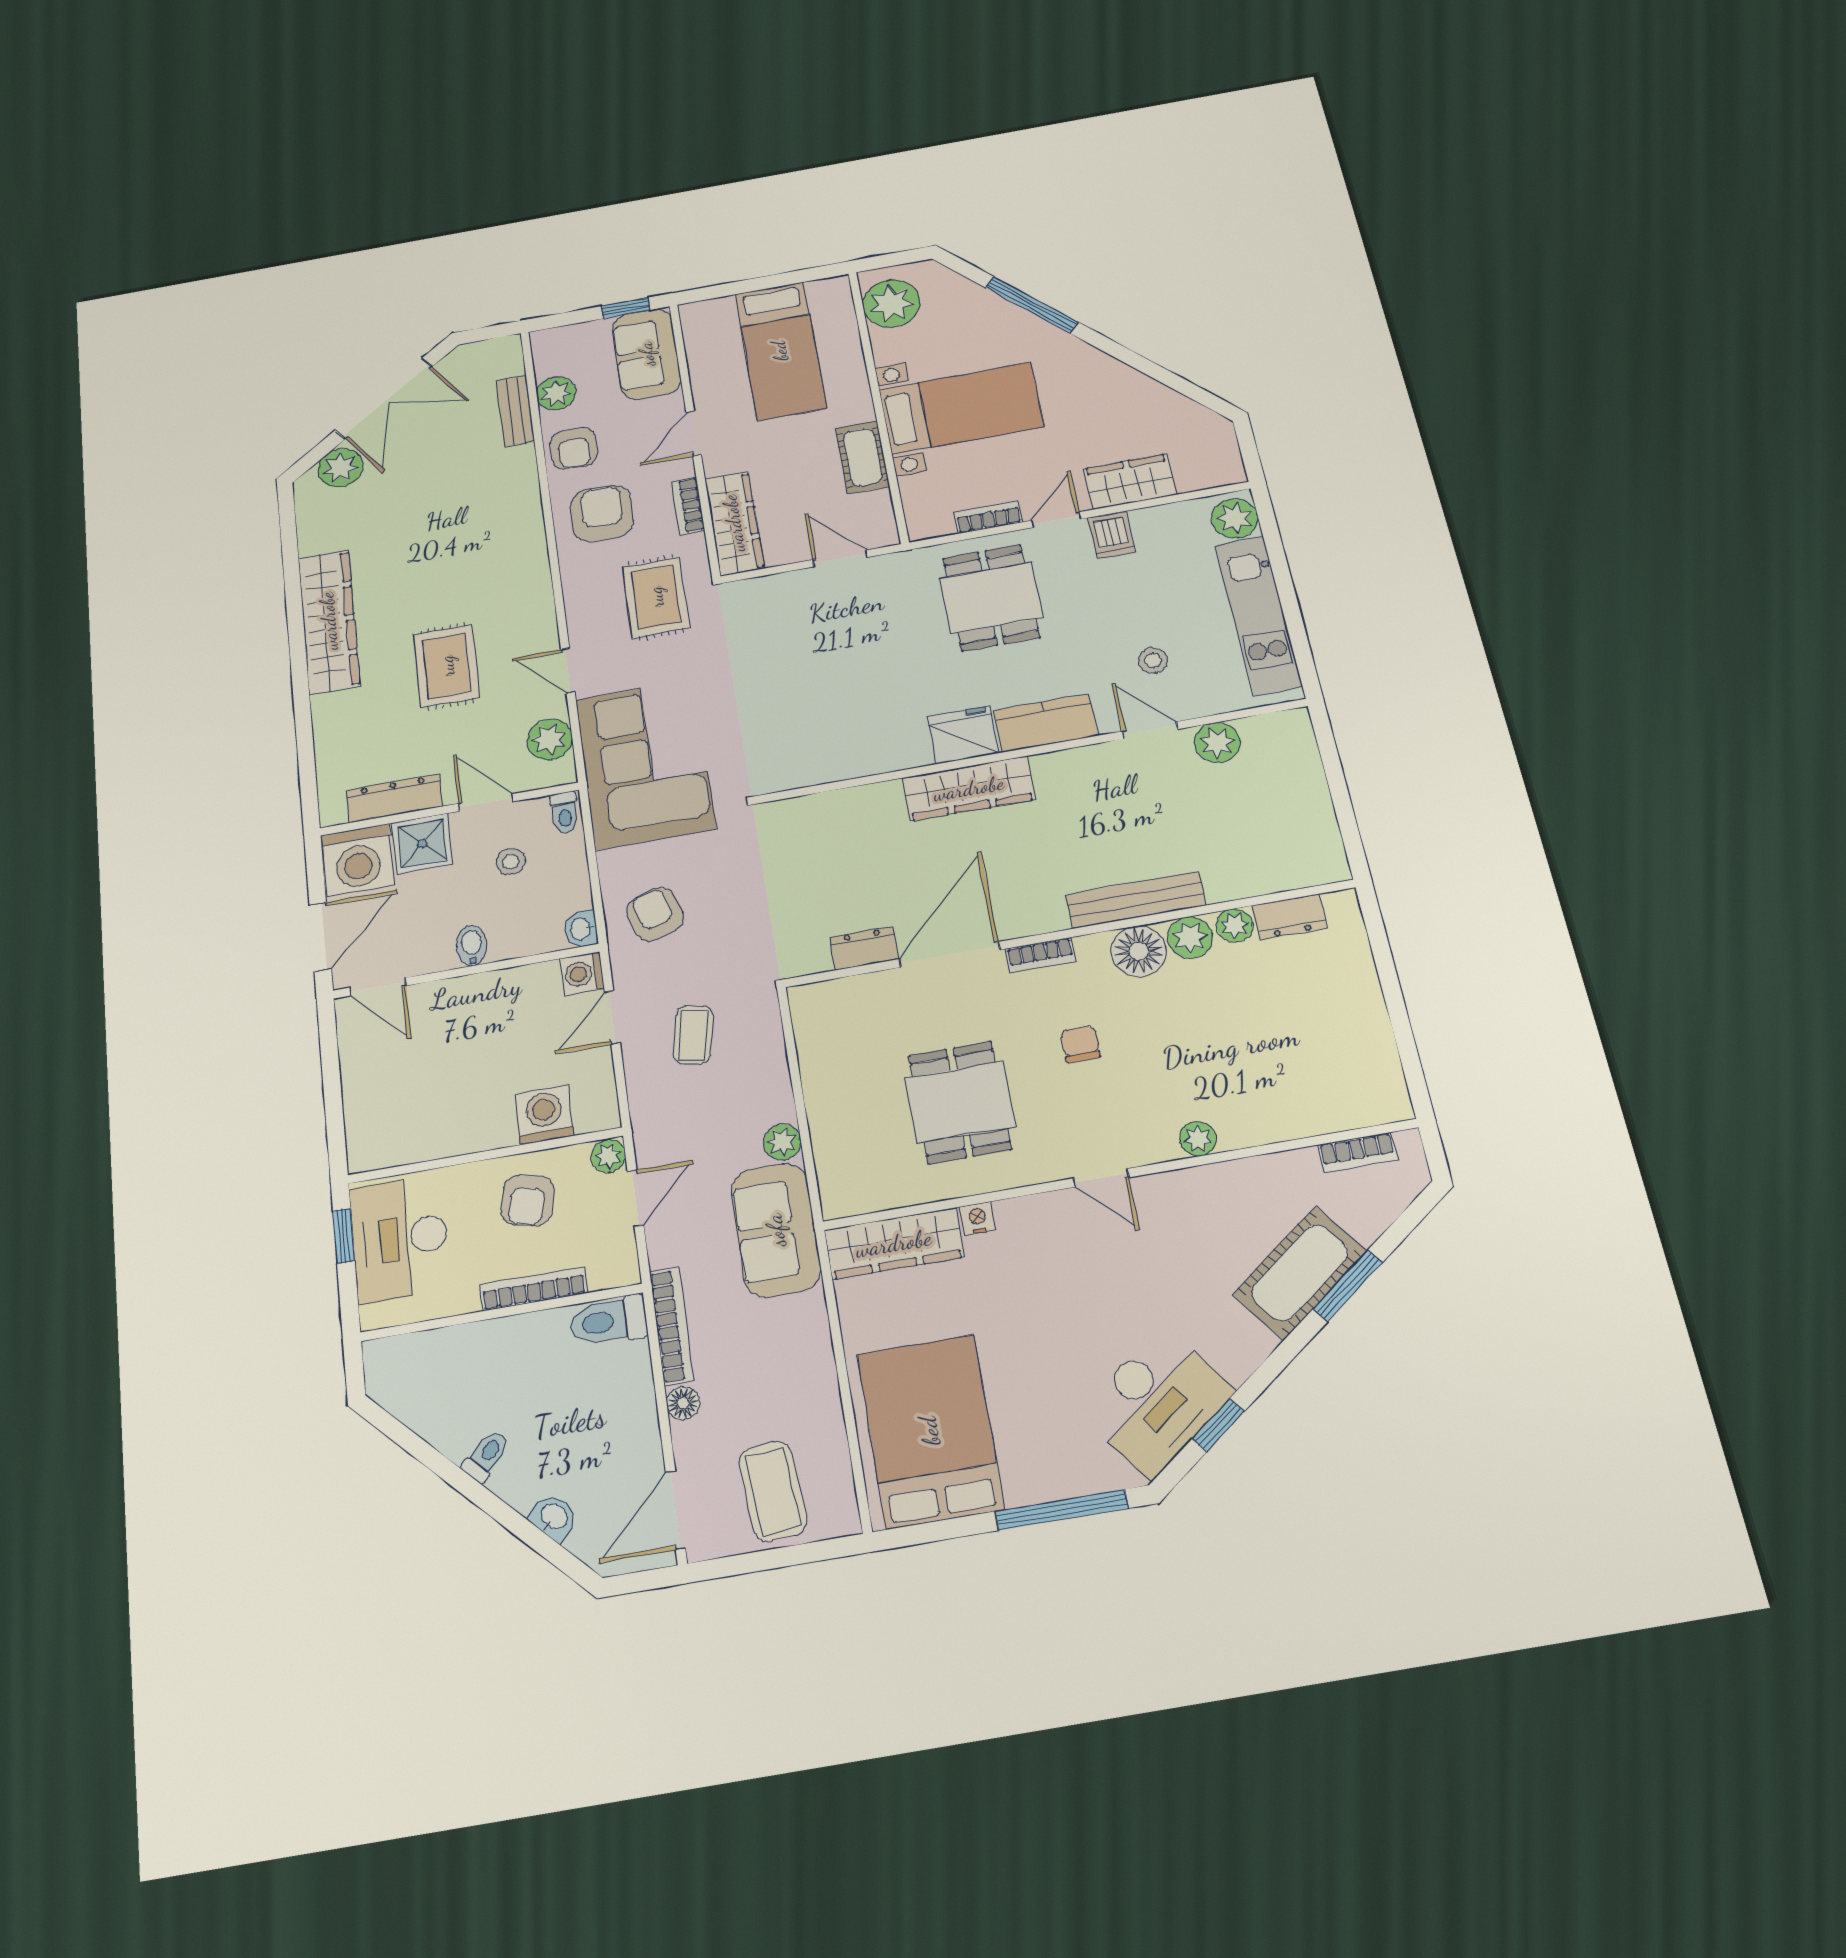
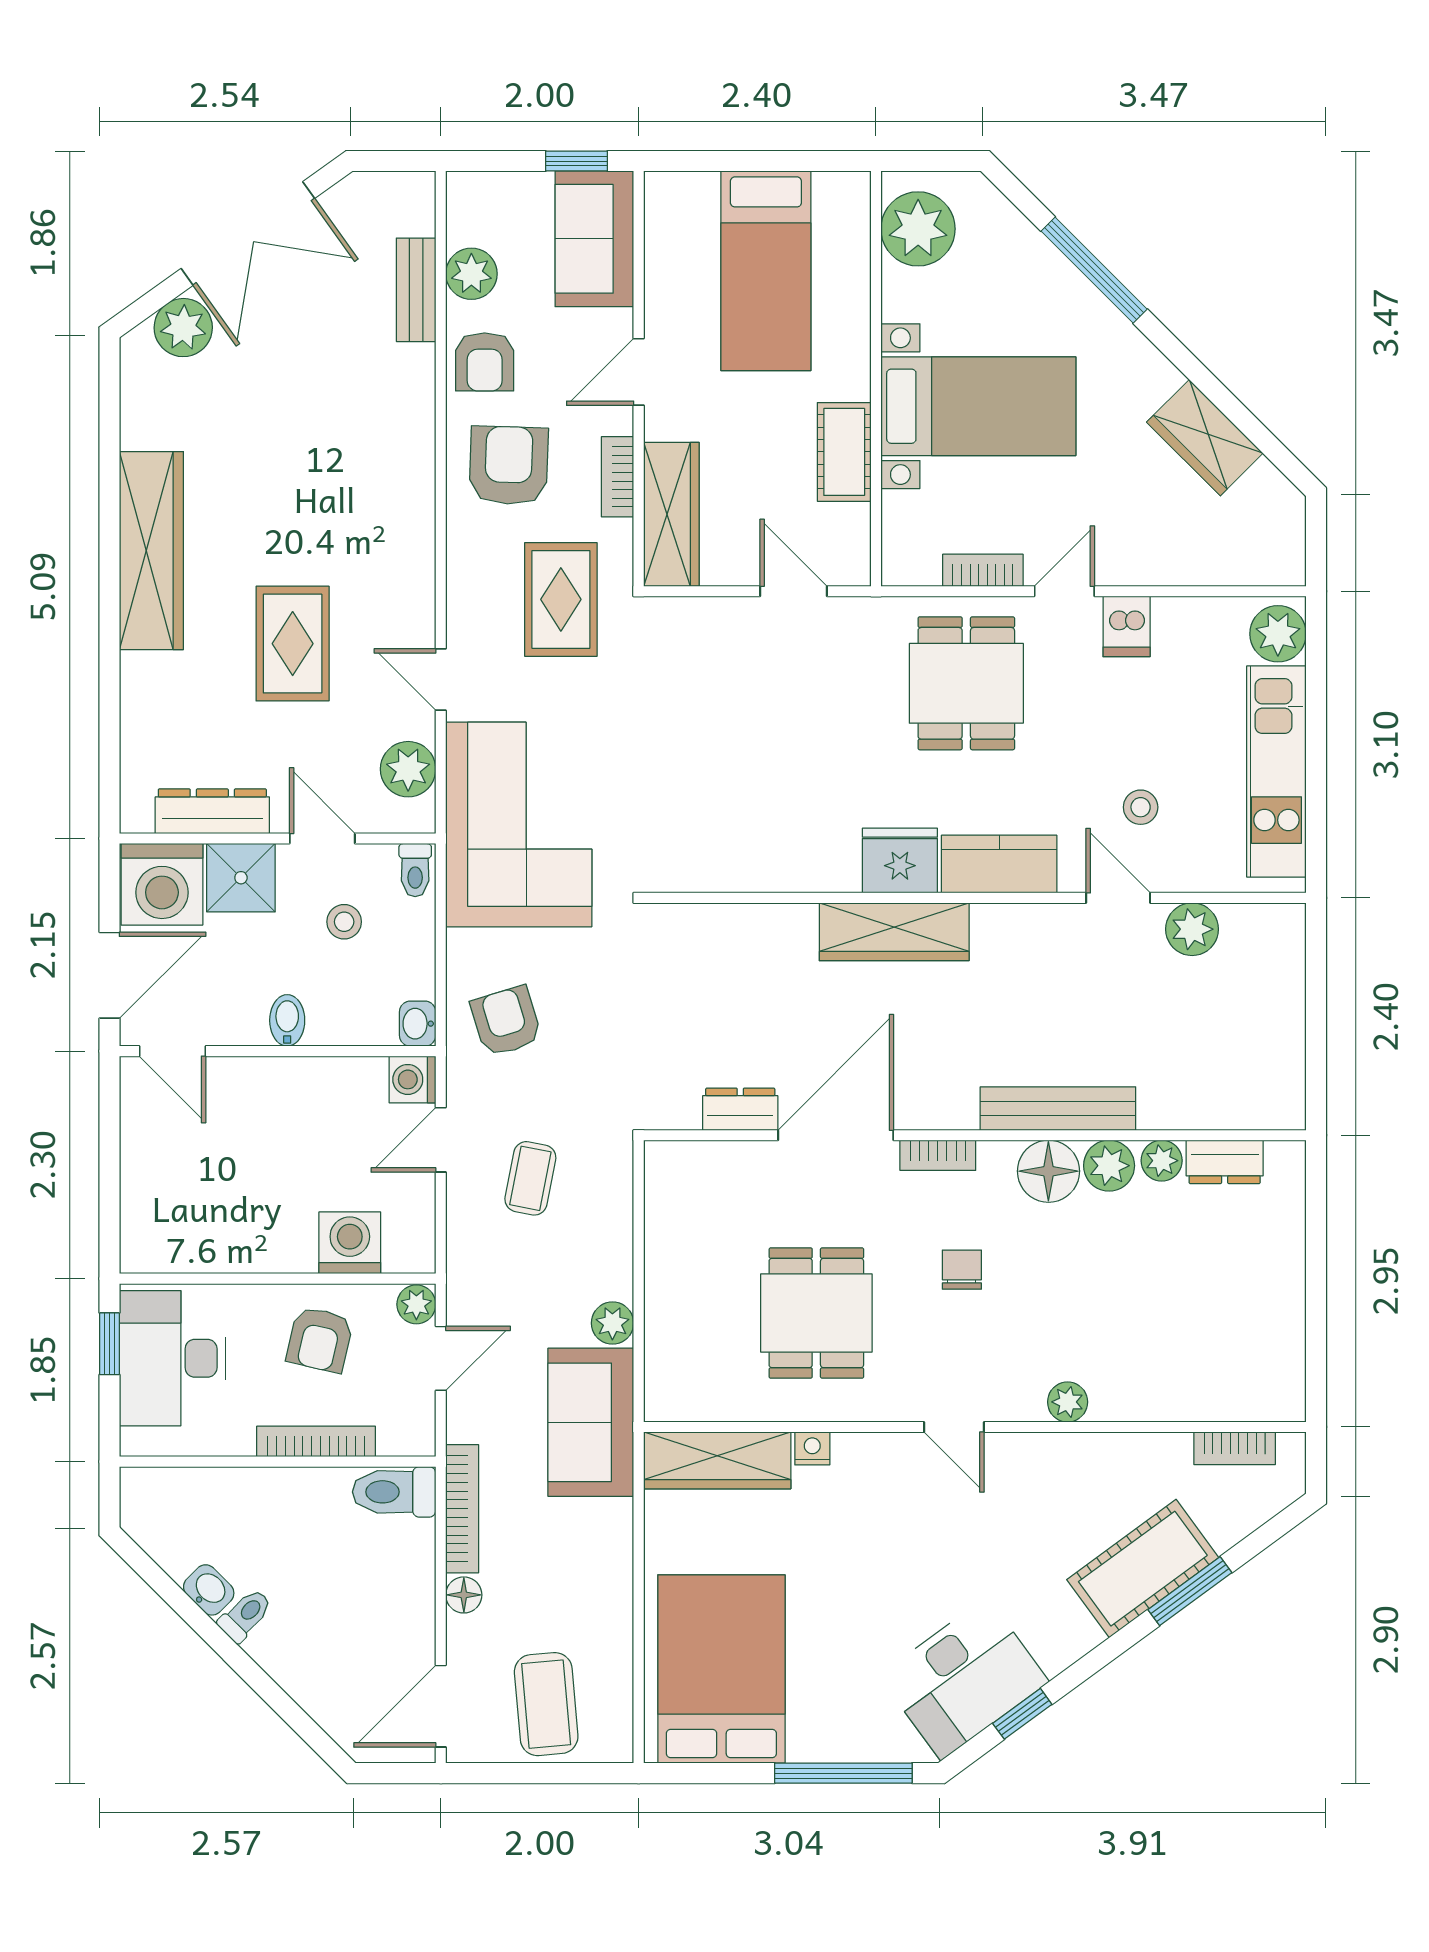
wardrobe: (1130, 482) -> (1205, 438), moved, turned -135
washbasin: (554, 1517) -> (209, 1590), moved

